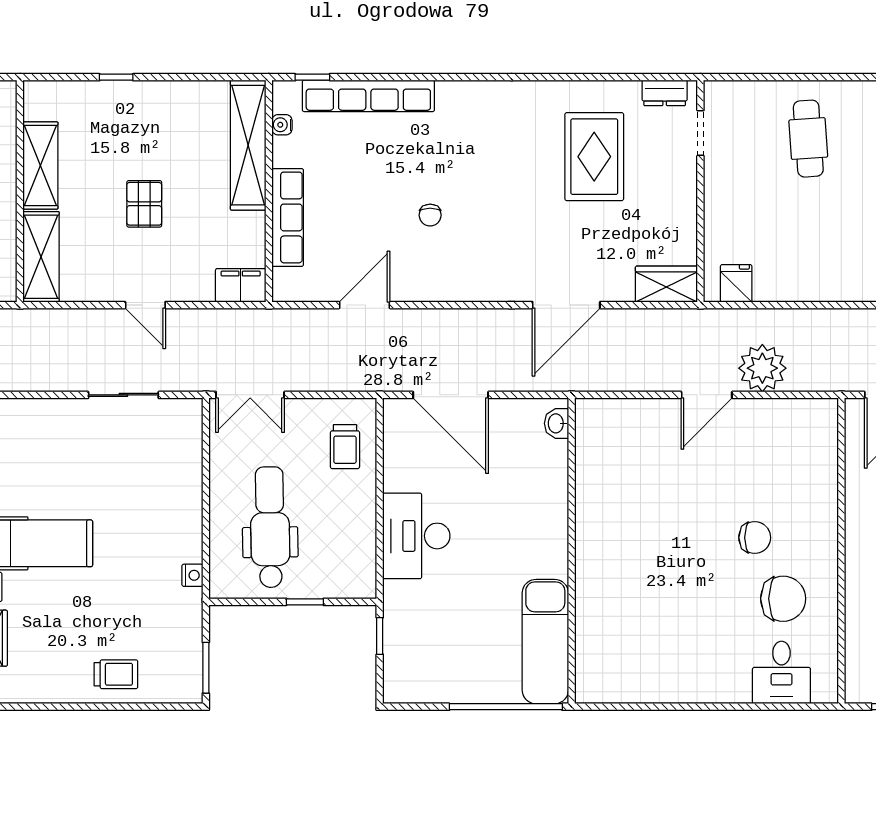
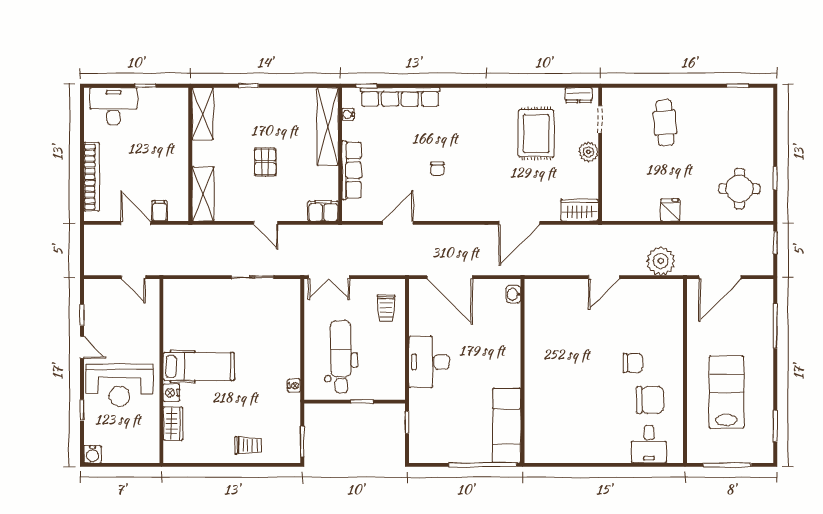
shelving: (40, 166) -> (203, 114), moved
plant: (681, 187) -> (588, 152), added
fridge: (736, 283) -> (670, 210), moved
plant: (762, 368) -> (661, 261), moved

